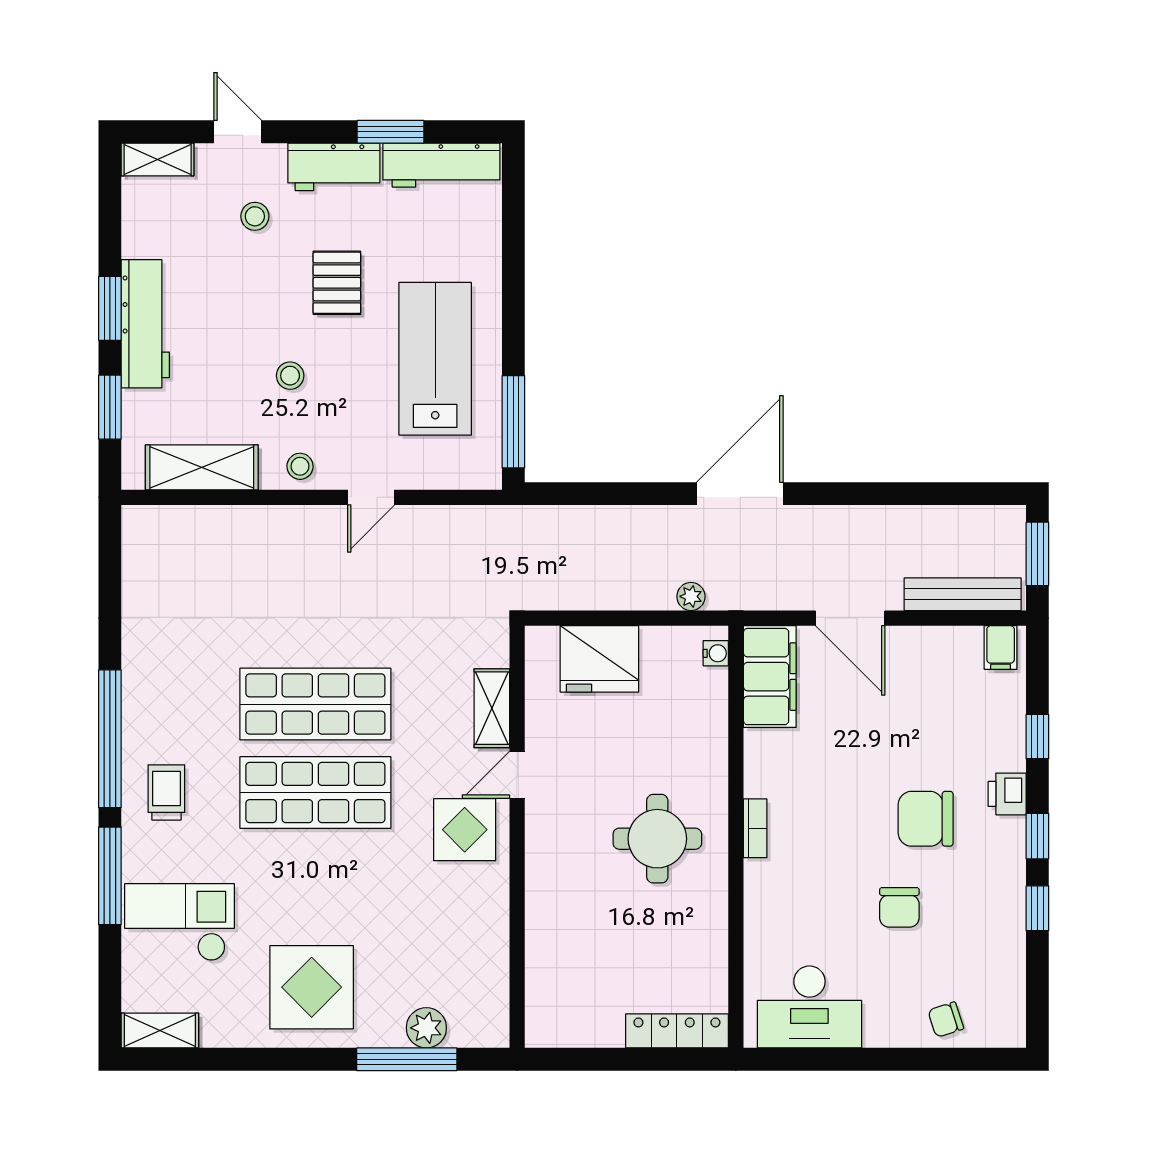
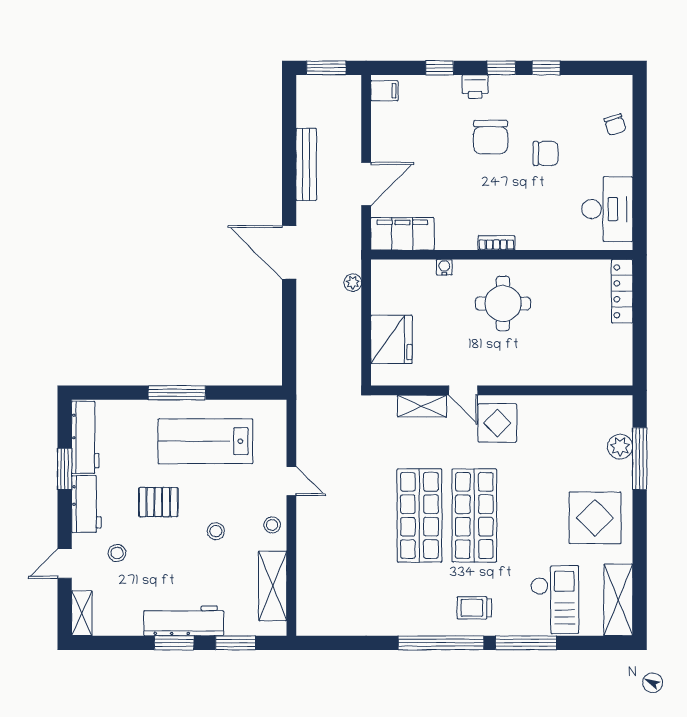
window: (513, 422) -> (177, 393), moved
bench: (963, 594) -> (306, 164), moved
water cooler: (716, 653) -> (444, 267), moved
checkout: (180, 922) -> (555, 600), turned 180
shelving: (160, 1031) -> (618, 600), width x1.50, depth x1.33

